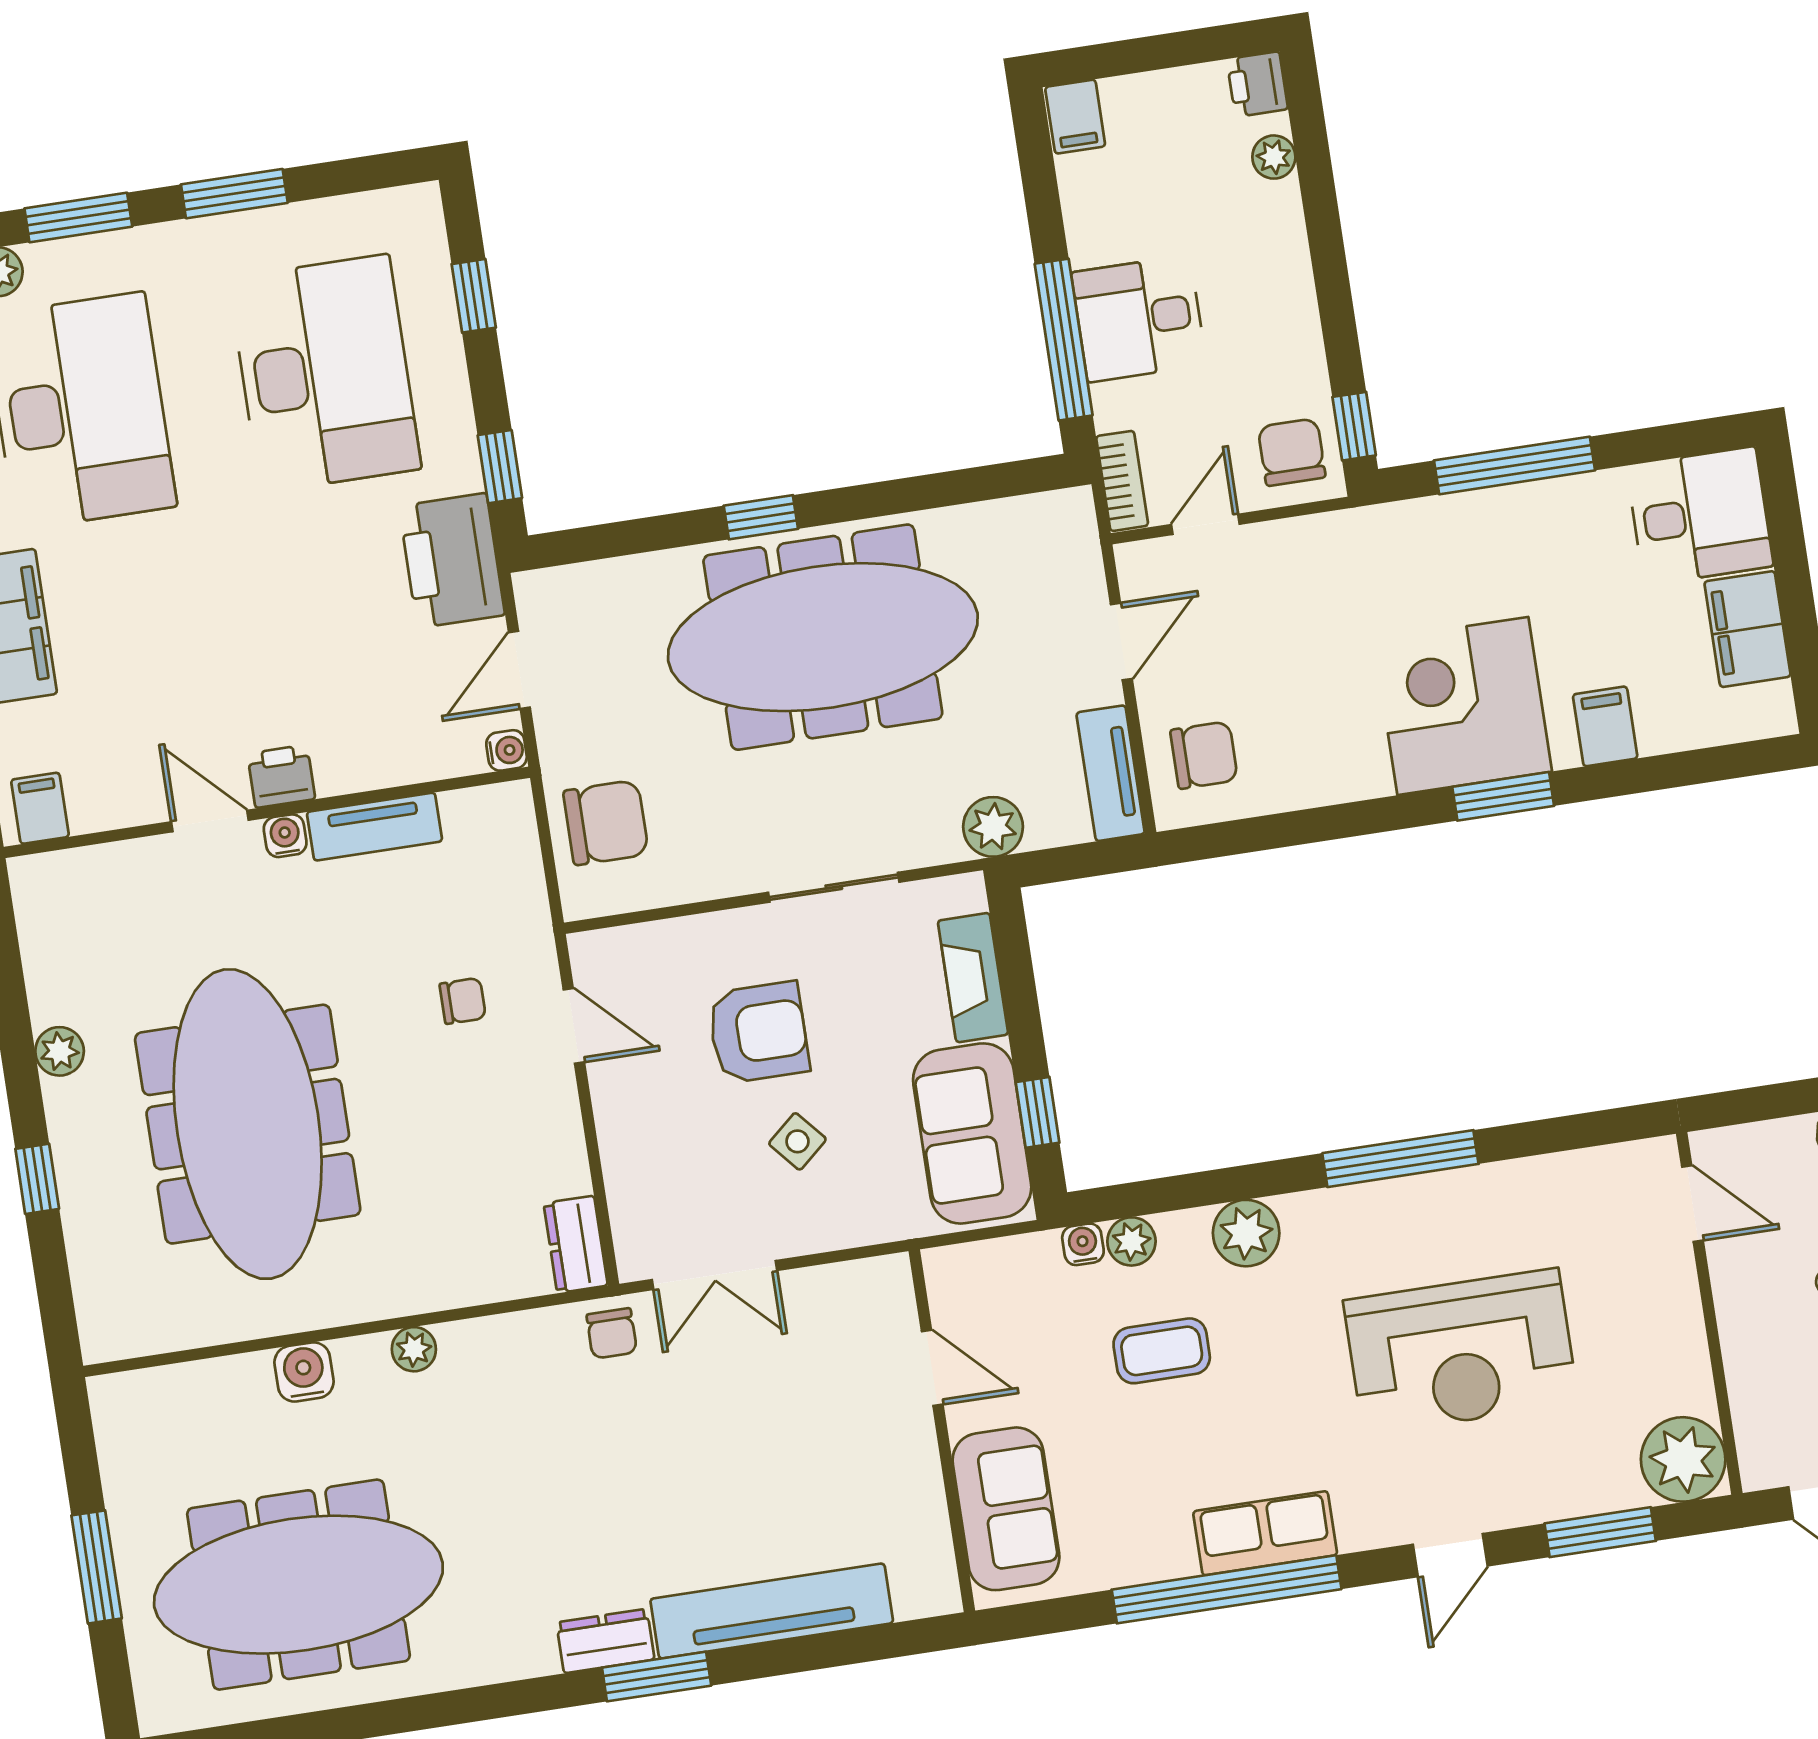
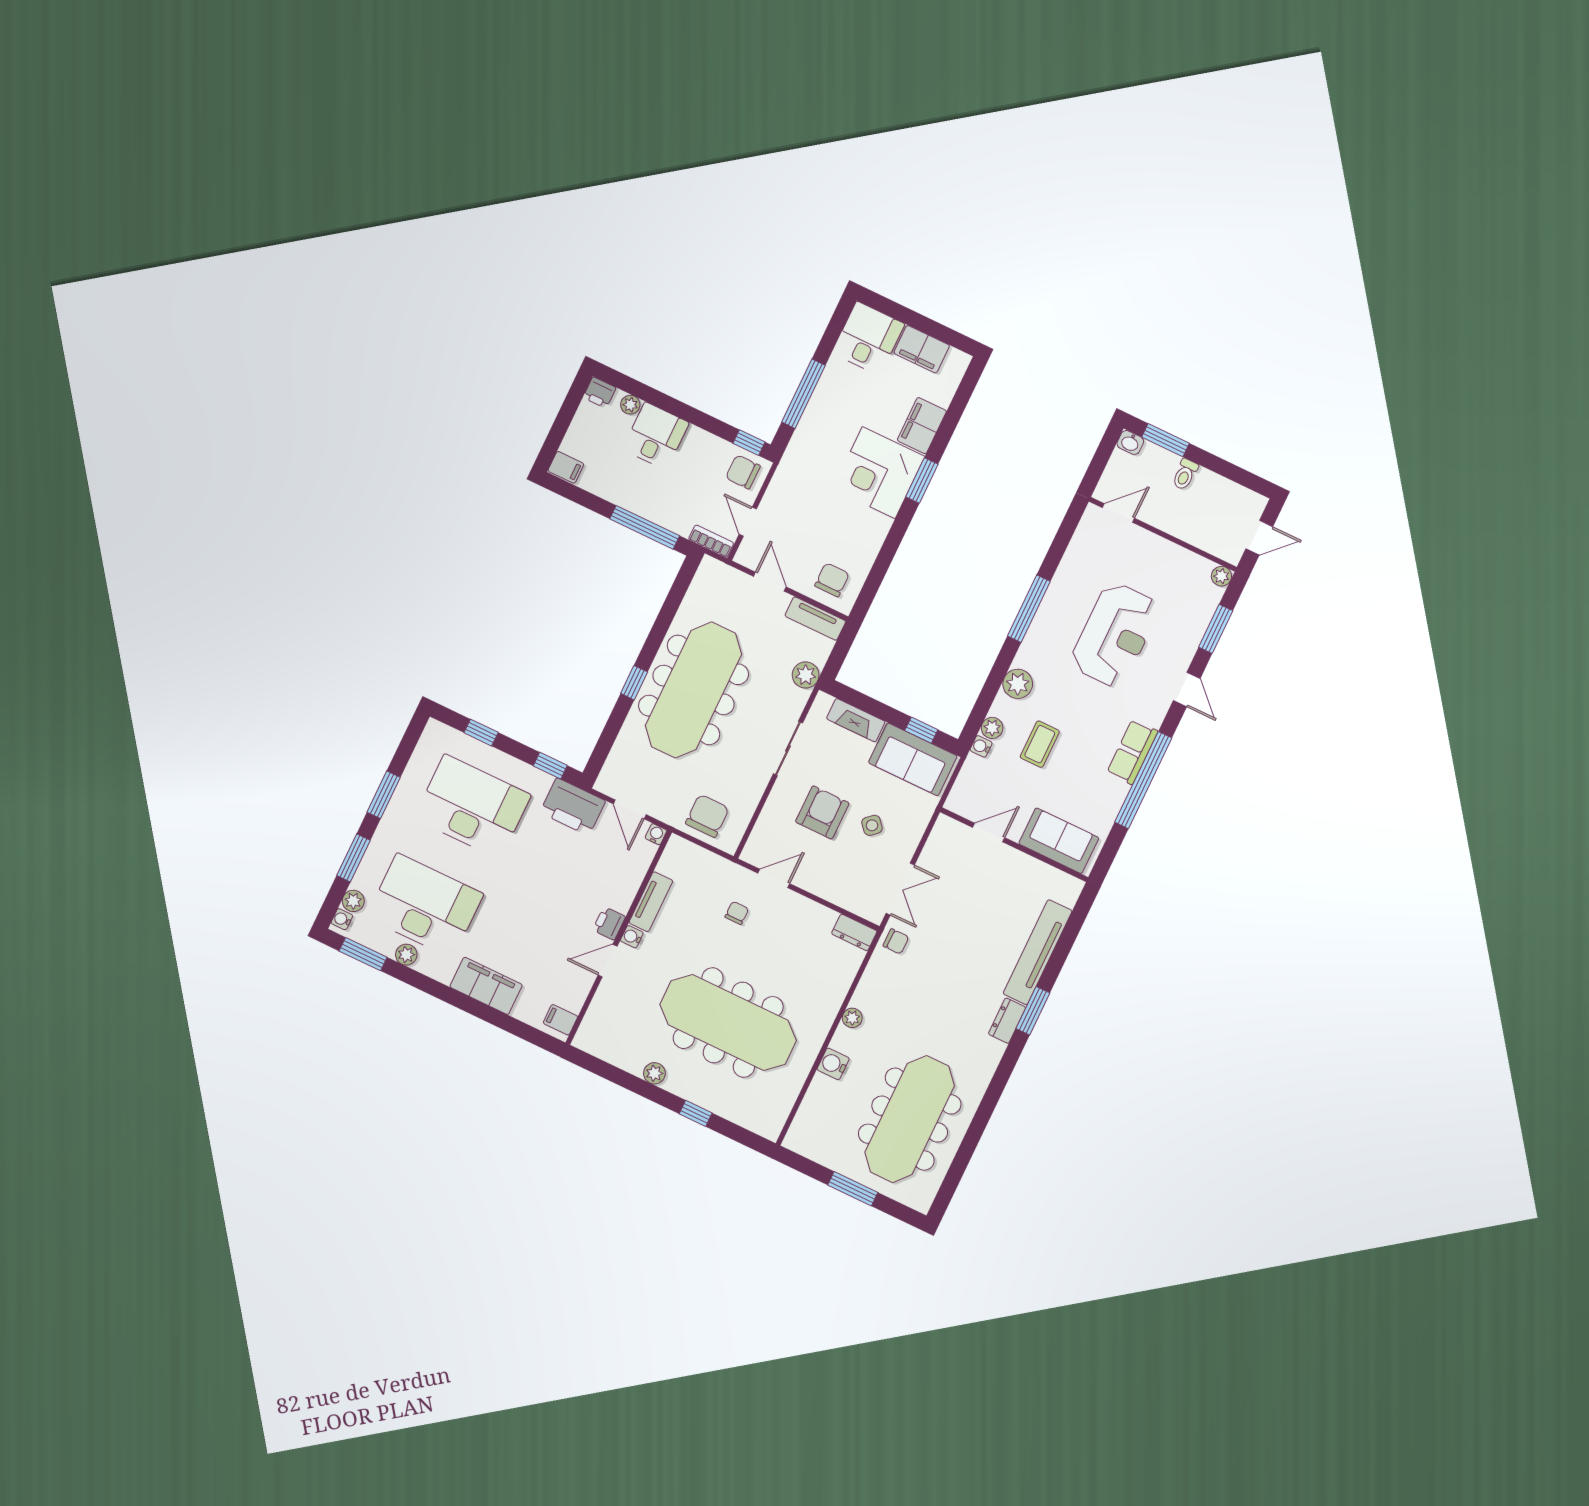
desk: (1139, 319) -> (656, 436), moved, turned 180
filing cabinet: (1605, 726) -> (922, 426), width x2.00
plant: (1683, 1459) -> (1221, 576), width x0.53, depth x0.53

